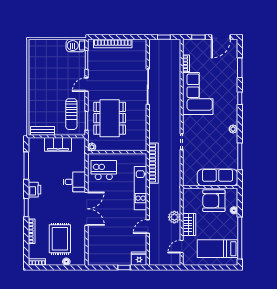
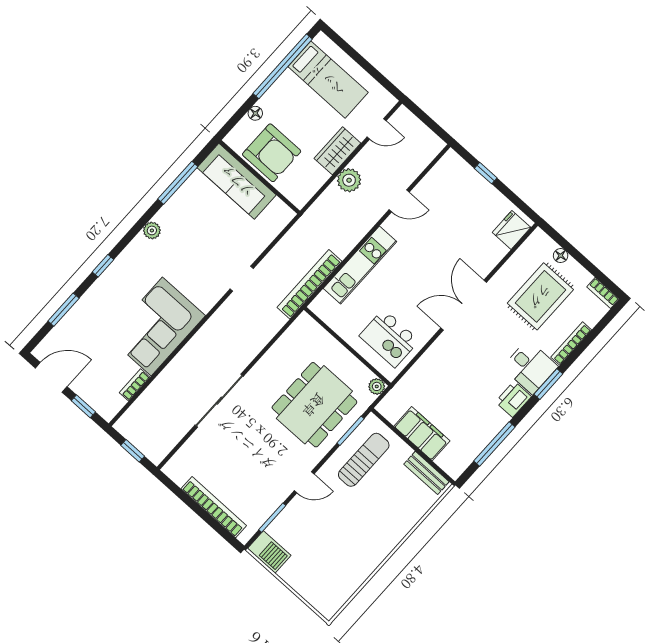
desk: (75, 182) -> (530, 367), moved, turned 180
fridge: (139, 259) -> (511, 230), moved, turned 90

